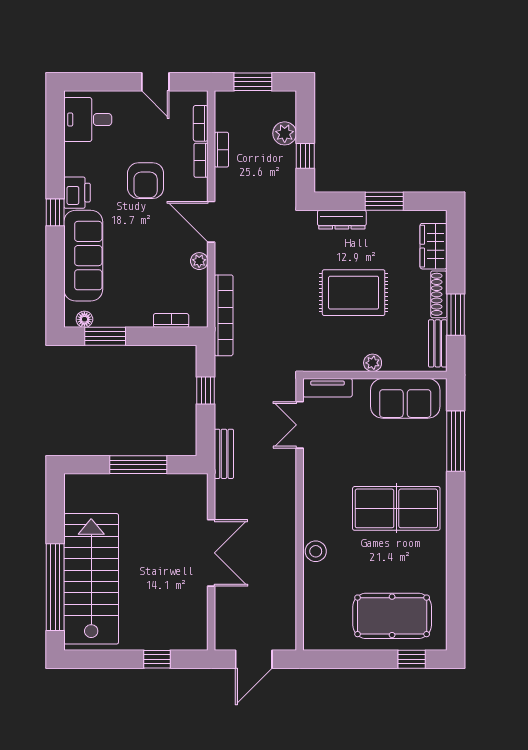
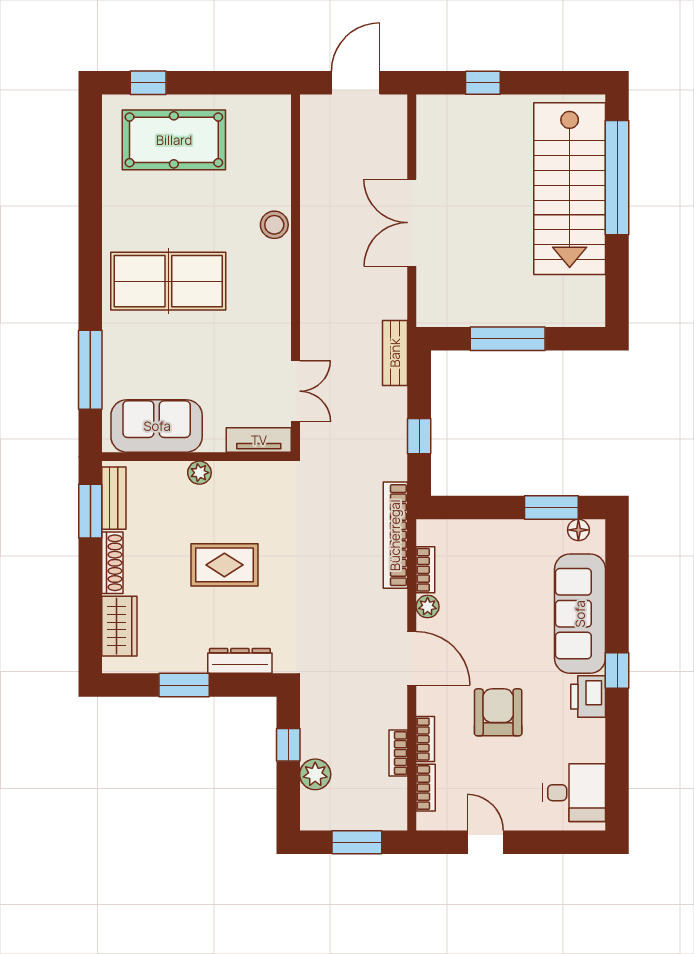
rug: (354, 293) -> (224, 565), width x0.73, depth x0.70
window: (456, 315) -> (90, 511), moved
bookcase: (171, 320) -> (425, 570), moved, turned -90

